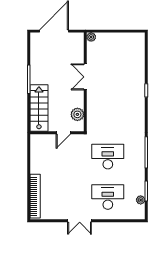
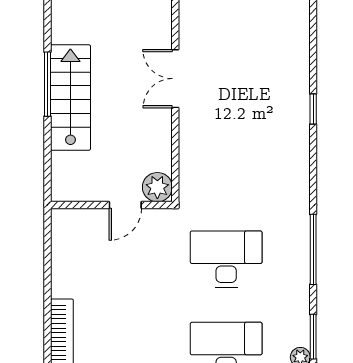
stairs: (39, 108) -> (70, 98), moved
plant: (77, 114) -> (157, 187), moved

